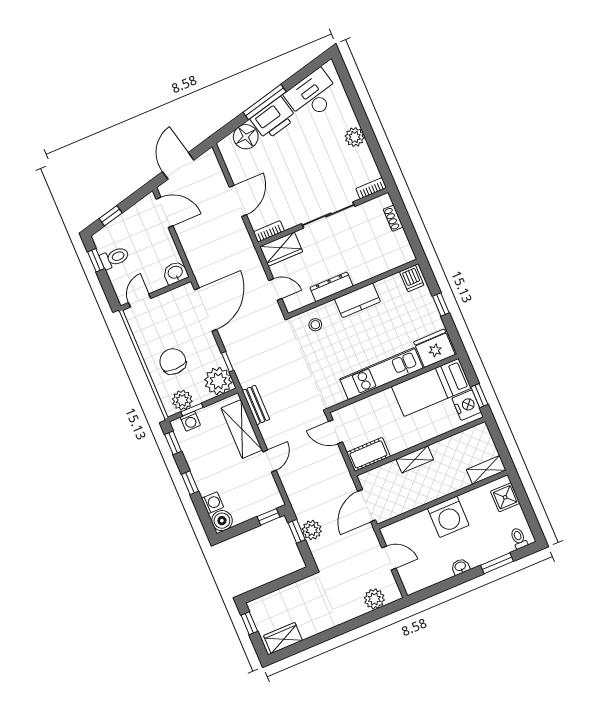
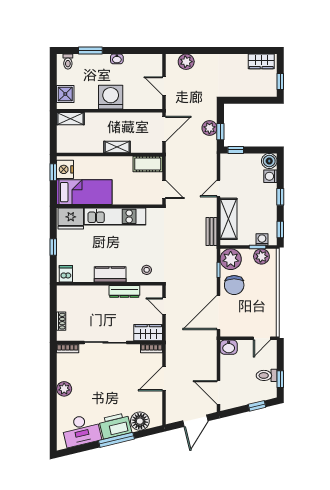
chair: (173, 361) -> (234, 285), moved

